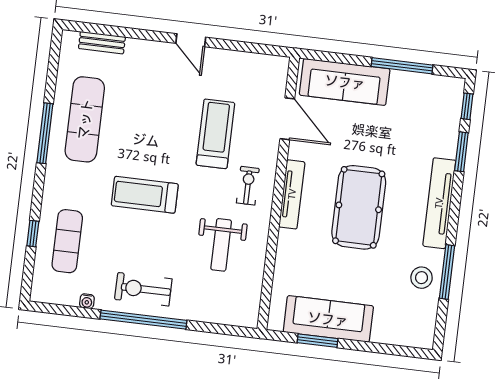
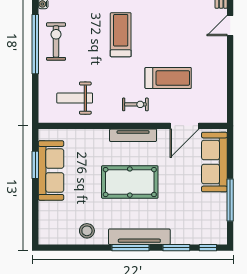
door: (191, 40) -> (230, 26), moved
weight bench: (221, 245) -> (75, 98), moved
window: (447, 272) -> (131, 248), moved

